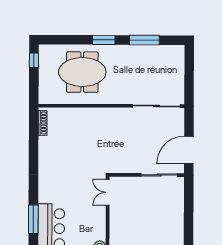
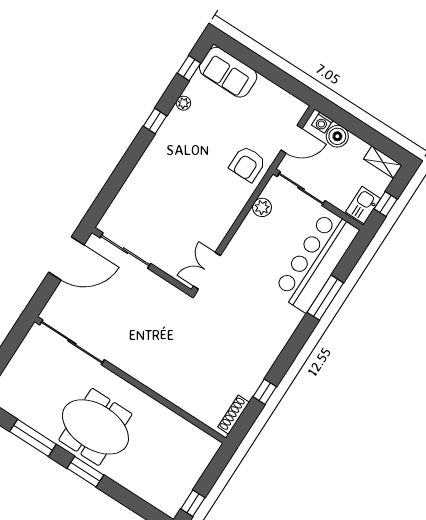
meeting table: (82, 72) -> (95, 427), moved
window: (34, 146) -> (265, 392), added
double door: (108, 192) -> (207, 271), swing flipped

